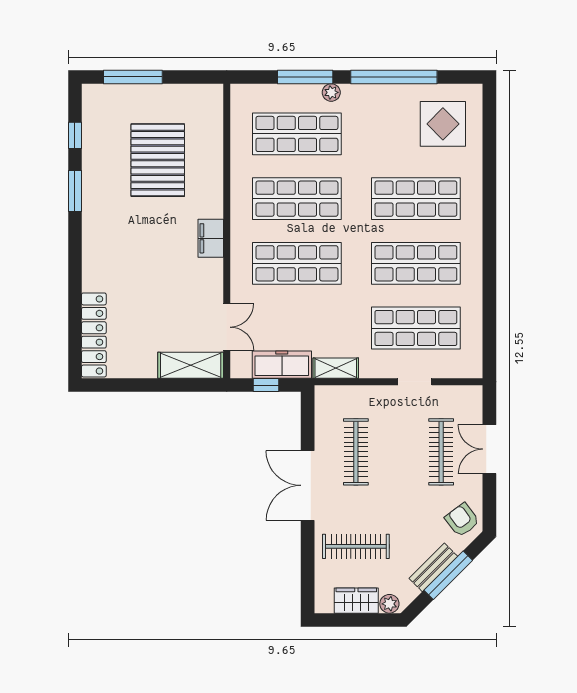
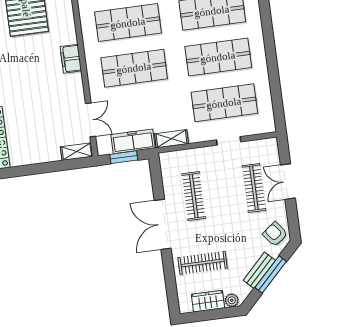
shelving: (191, 365) -> (77, 152), width x0.67, depth x0.75
window: (266, 385) -> (124, 157), width x1.50

